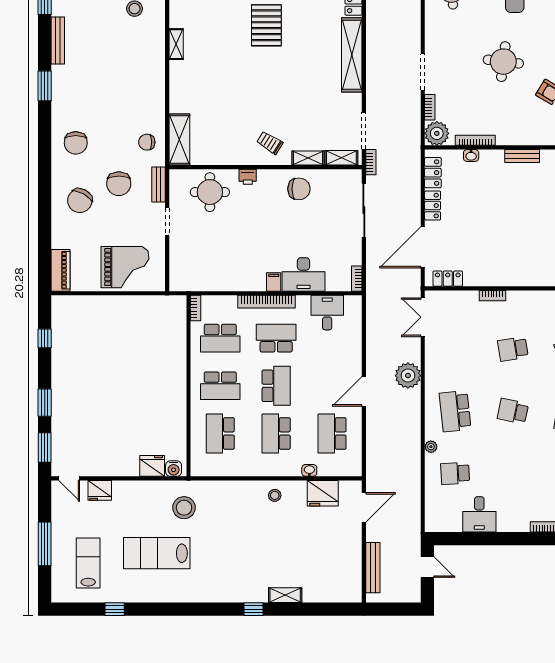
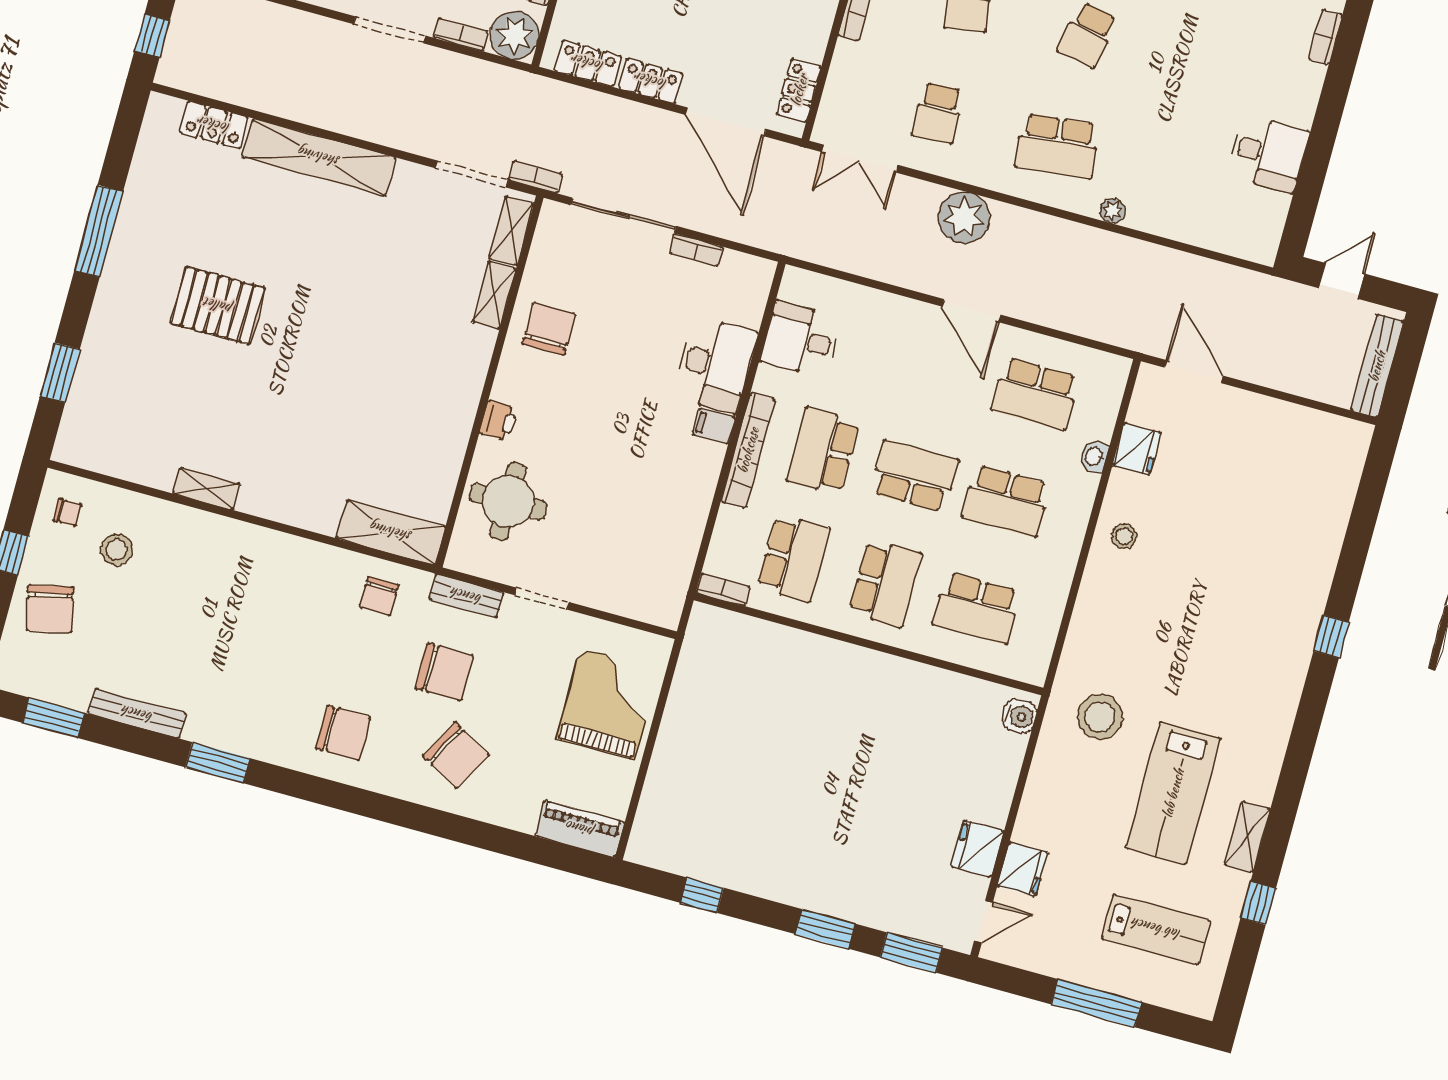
trolley: (270, 143) -> (445, 361), removed
bookcase: (357, 279) -> (696, 250), moved
fridge: (152, 466) -> (978, 849), moved
school desk: (455, 473) -> (938, 113), moved
fridge: (323, 493) -> (1137, 449), width x0.73, depth x0.75
lab bench: (88, 563) -> (1156, 929), turned 180
bench: (373, 568) -> (1377, 366), moved, turned 90
shelving: (285, 595) -> (1247, 837), moved

